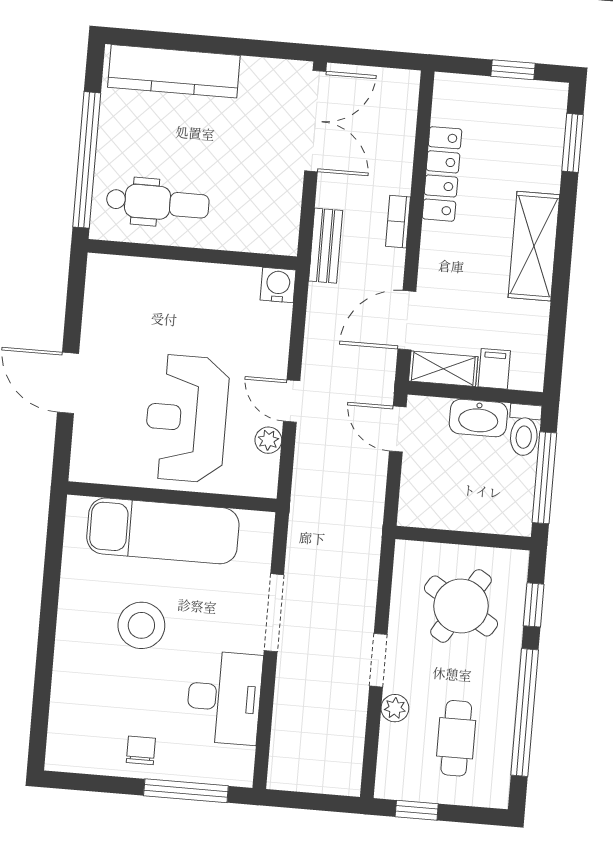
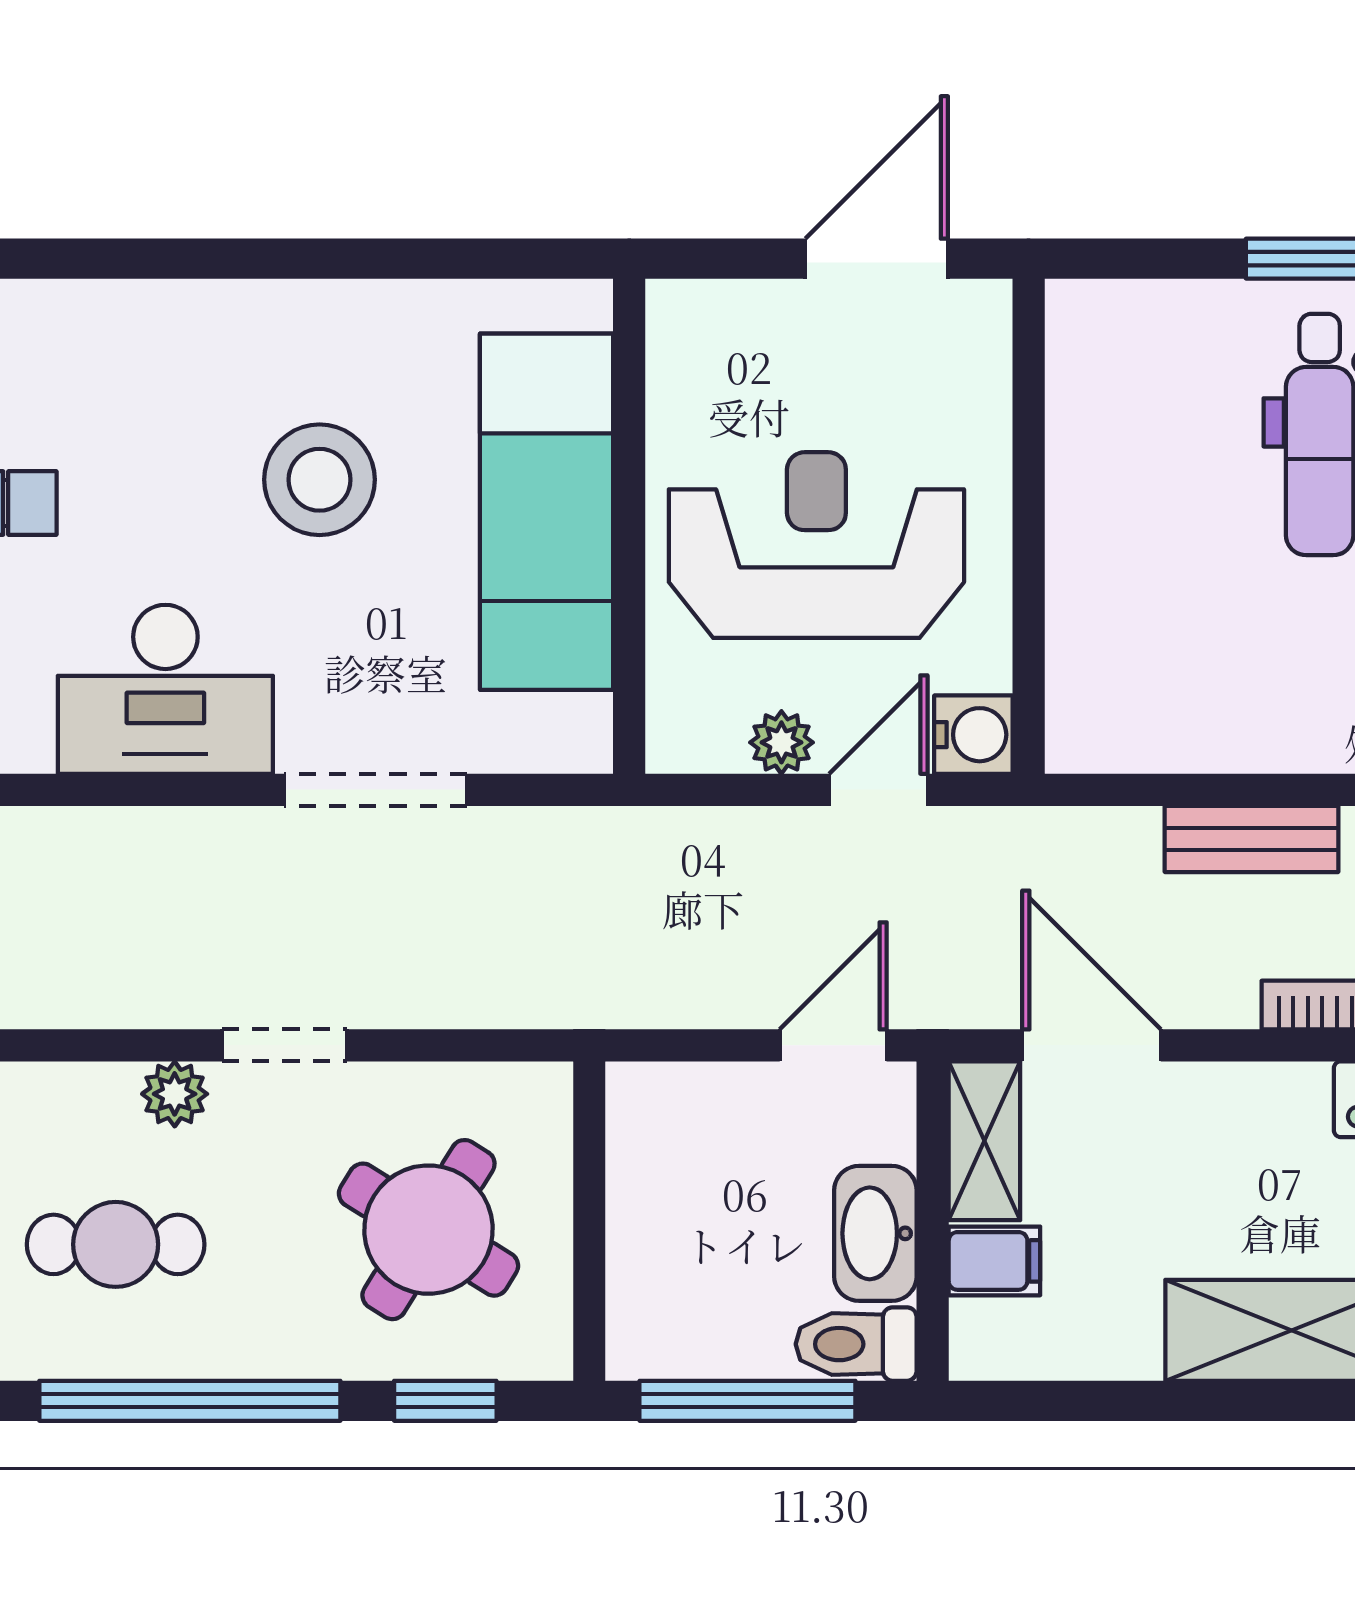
wall: (192, 254) -> (1029, 526), moved
water cooler: (278, 285) -> (973, 735), moved

